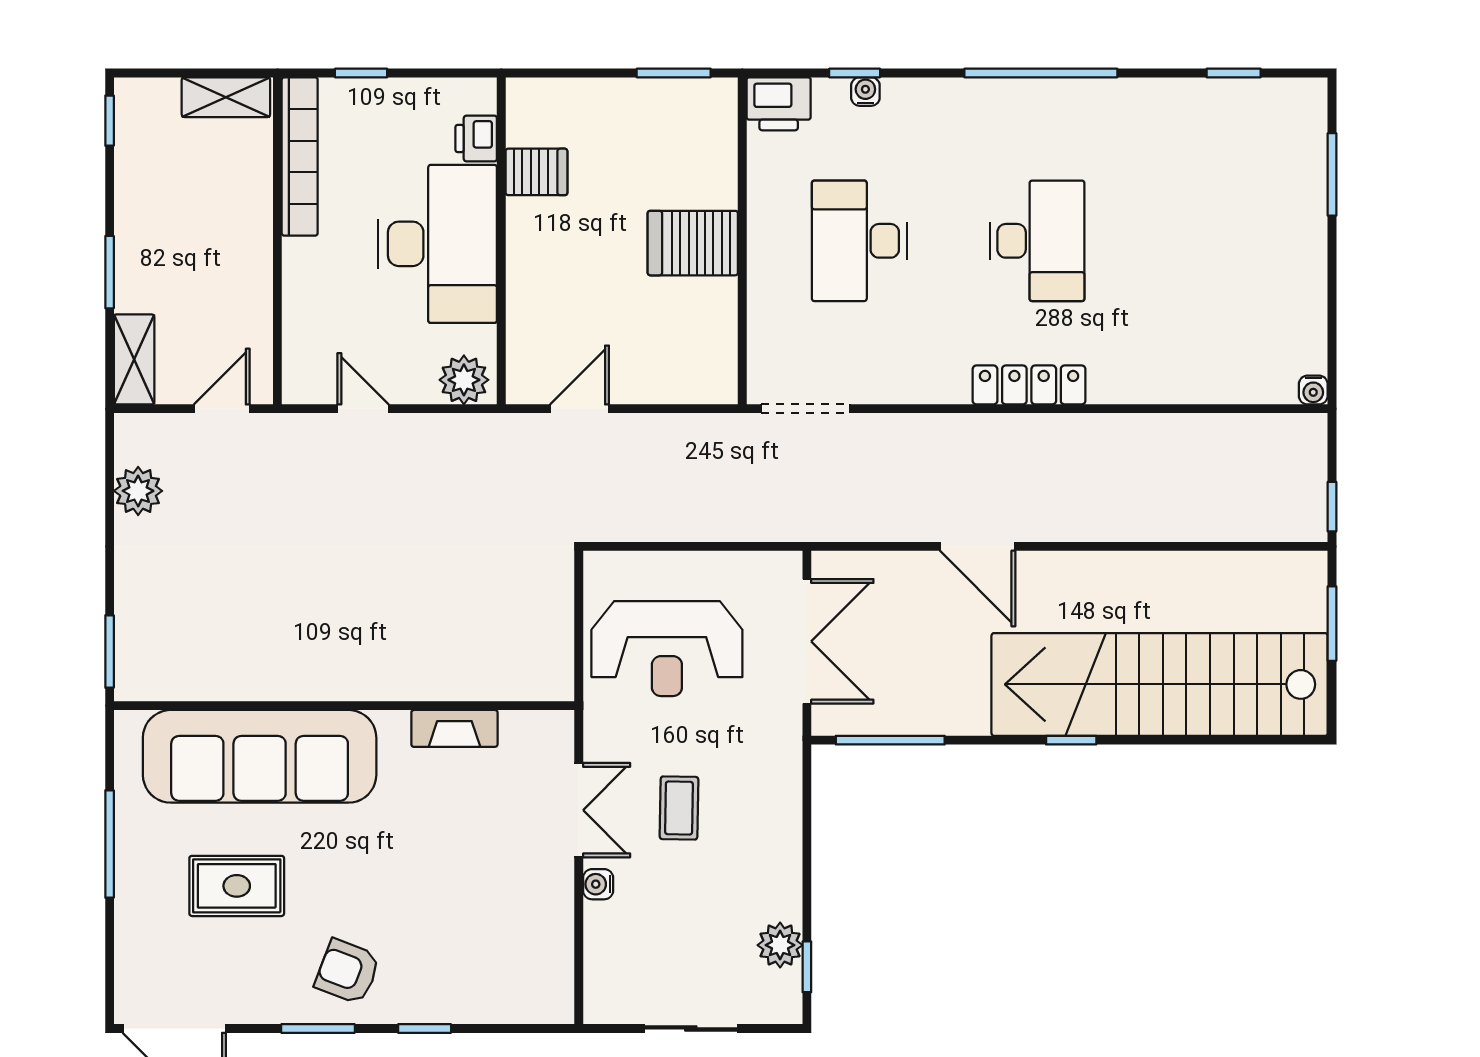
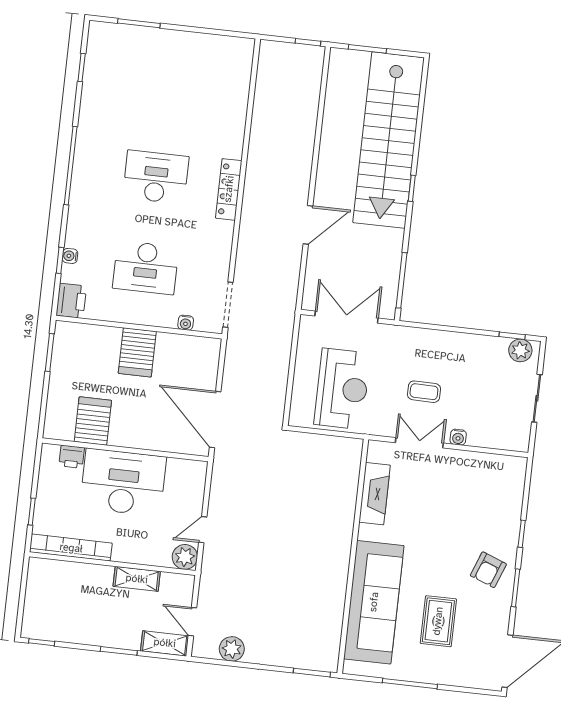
shelving: (226, 97) -> (137, 579), moved, turned 90
server rack: (536, 172) -> (93, 421), width x1.36, depth x1.44
plant: (464, 380) -> (185, 557), moved
water cooler: (1313, 390) -> (186, 323), moved, turned 90
door: (222, 409) -> (192, 622), moved
door: (580, 409) -> (215, 419), width x1.88
fireplace: (454, 728) -> (375, 494), width x1.37, depth x1.32
plant: (780, 945) -> (520, 350), moved

